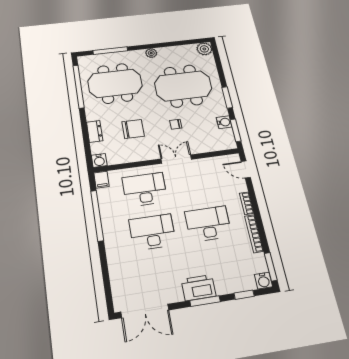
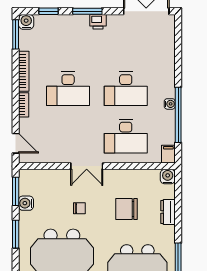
water cooler: (107, 224) -> (170, 104), added
printer: (199, 288) -> (98, 22), width x0.53, depth x0.68

